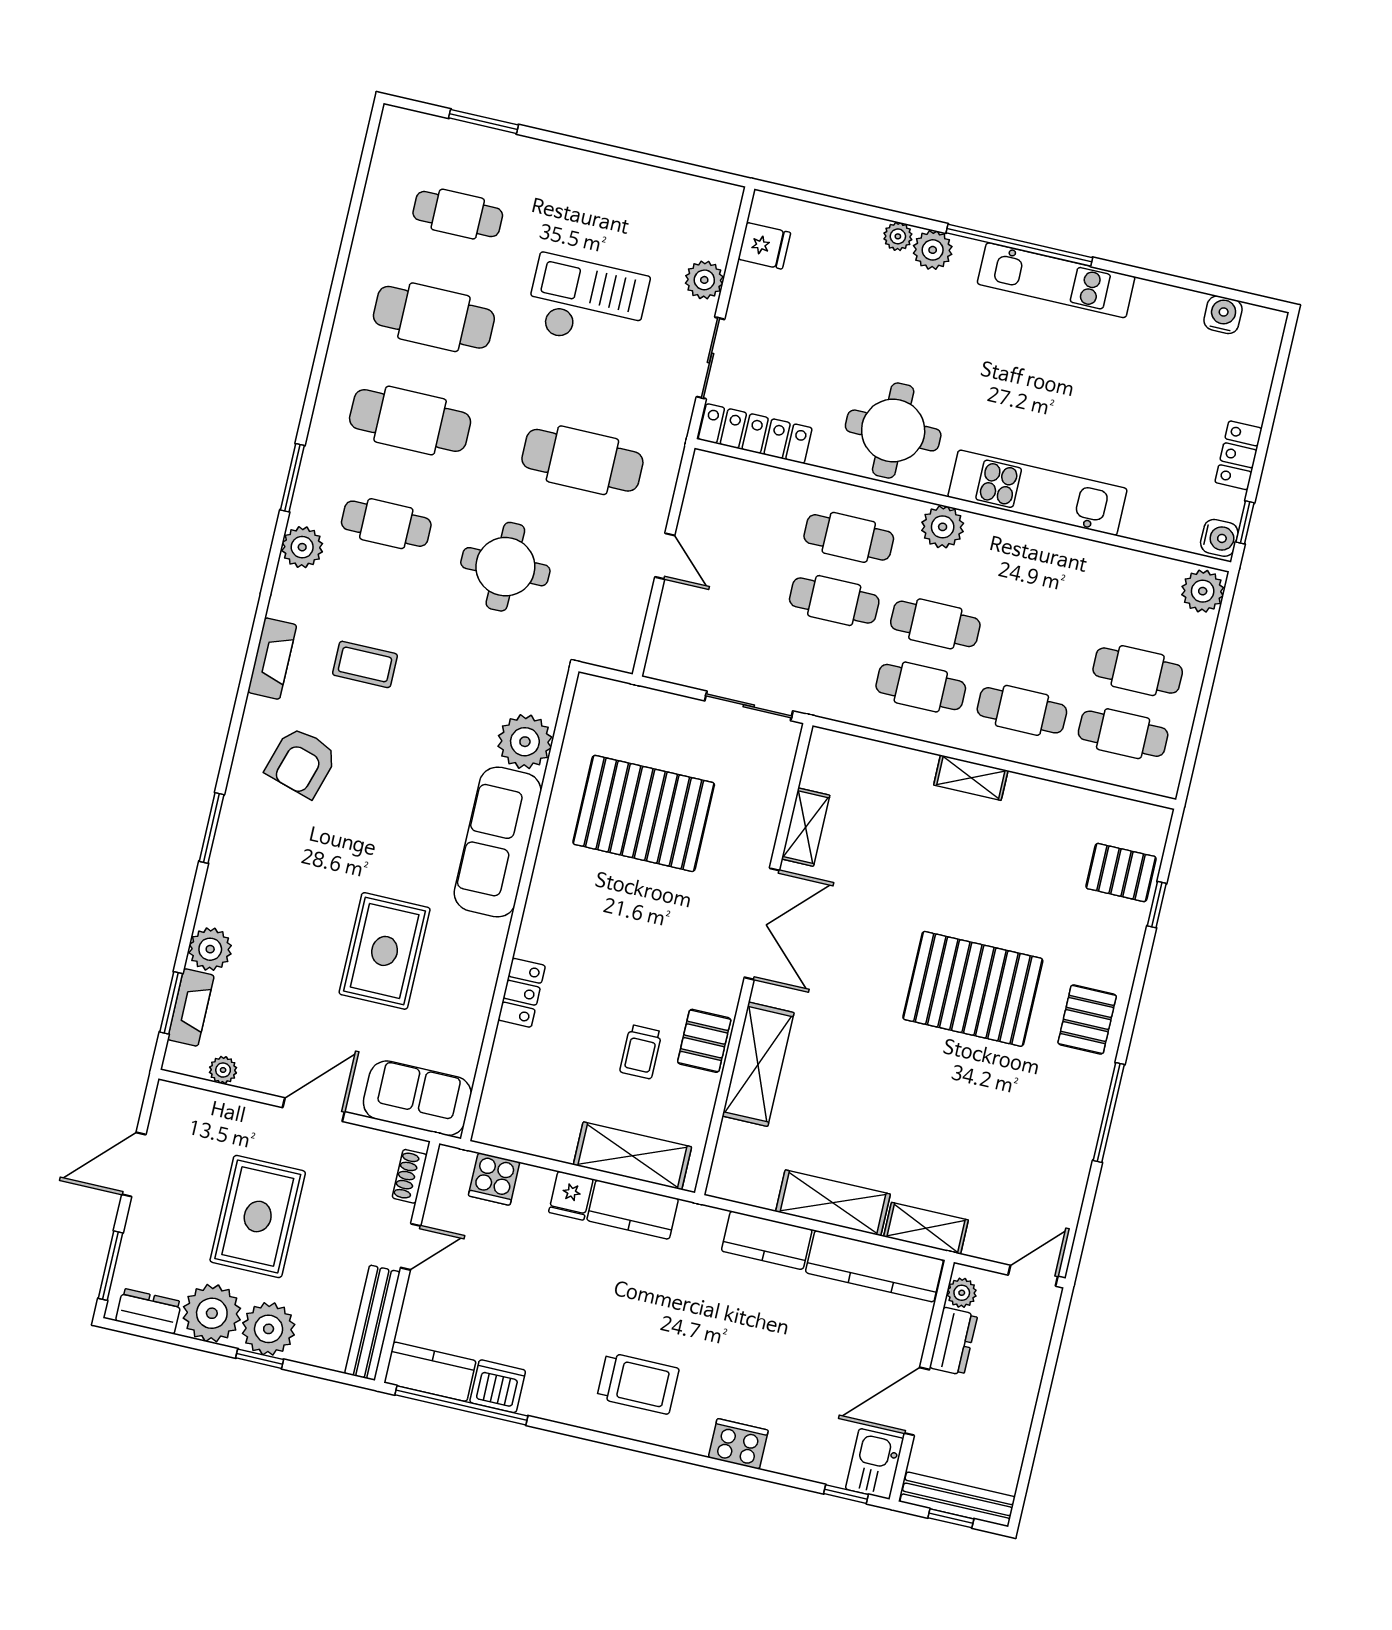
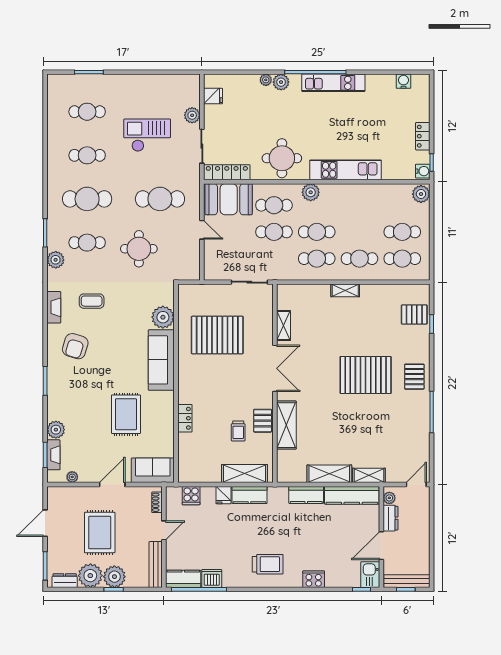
cafe table: (434, 317) -> (87, 155), width x0.73, depth x0.74
booth: (745, 498) -> (229, 199), added

